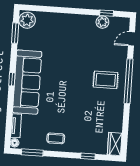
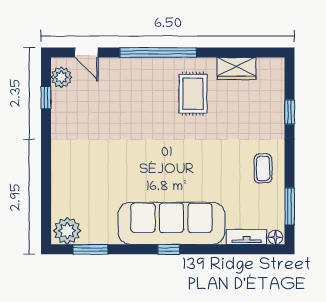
plant: (102, 22) -> (61, 77), moved
rug: (106, 80) -> (193, 94), moved
wardrobe: (115, 144) -> (237, 68), moved

